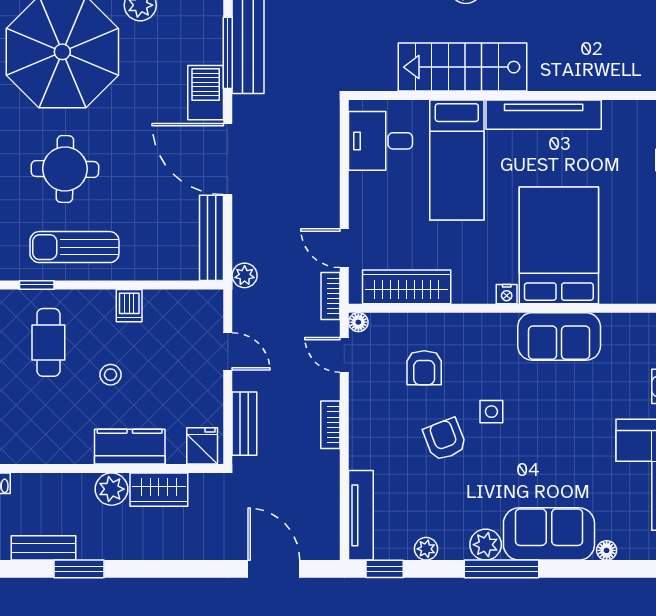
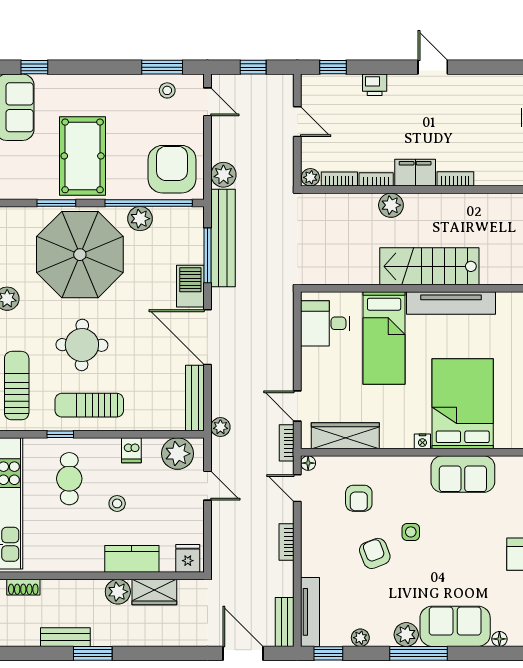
stairs: (463, 67) -> (429, 266), moved
plant: (189, 310) -> (177, 454), added
bench: (244, 424) -> (285, 622), moved

